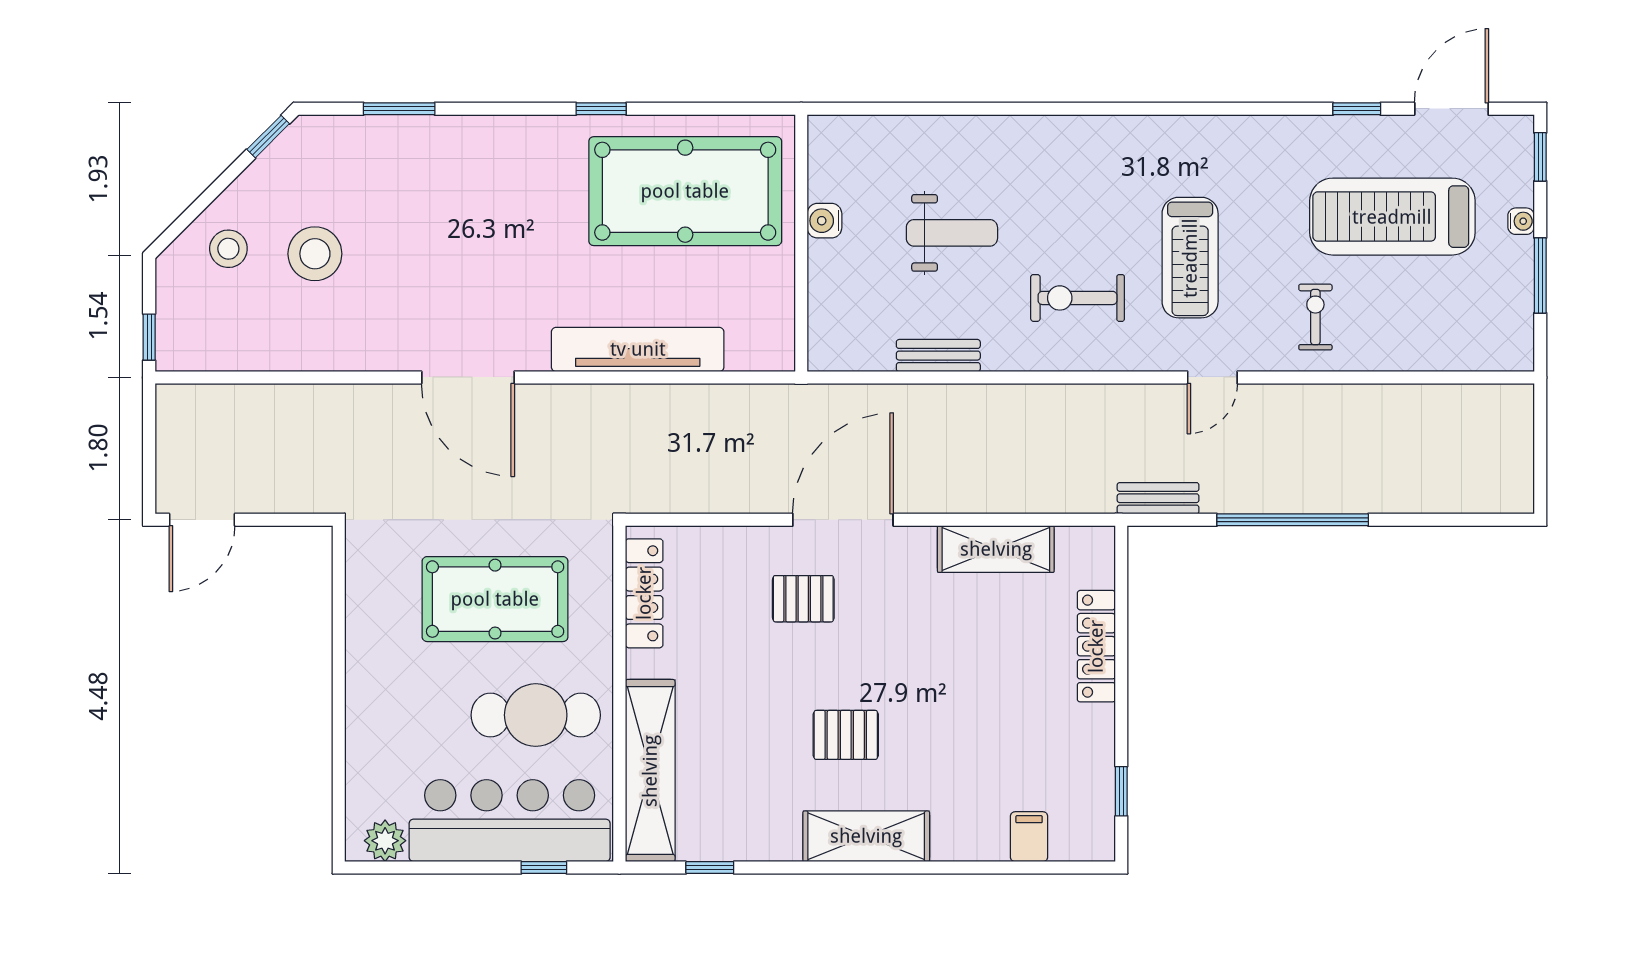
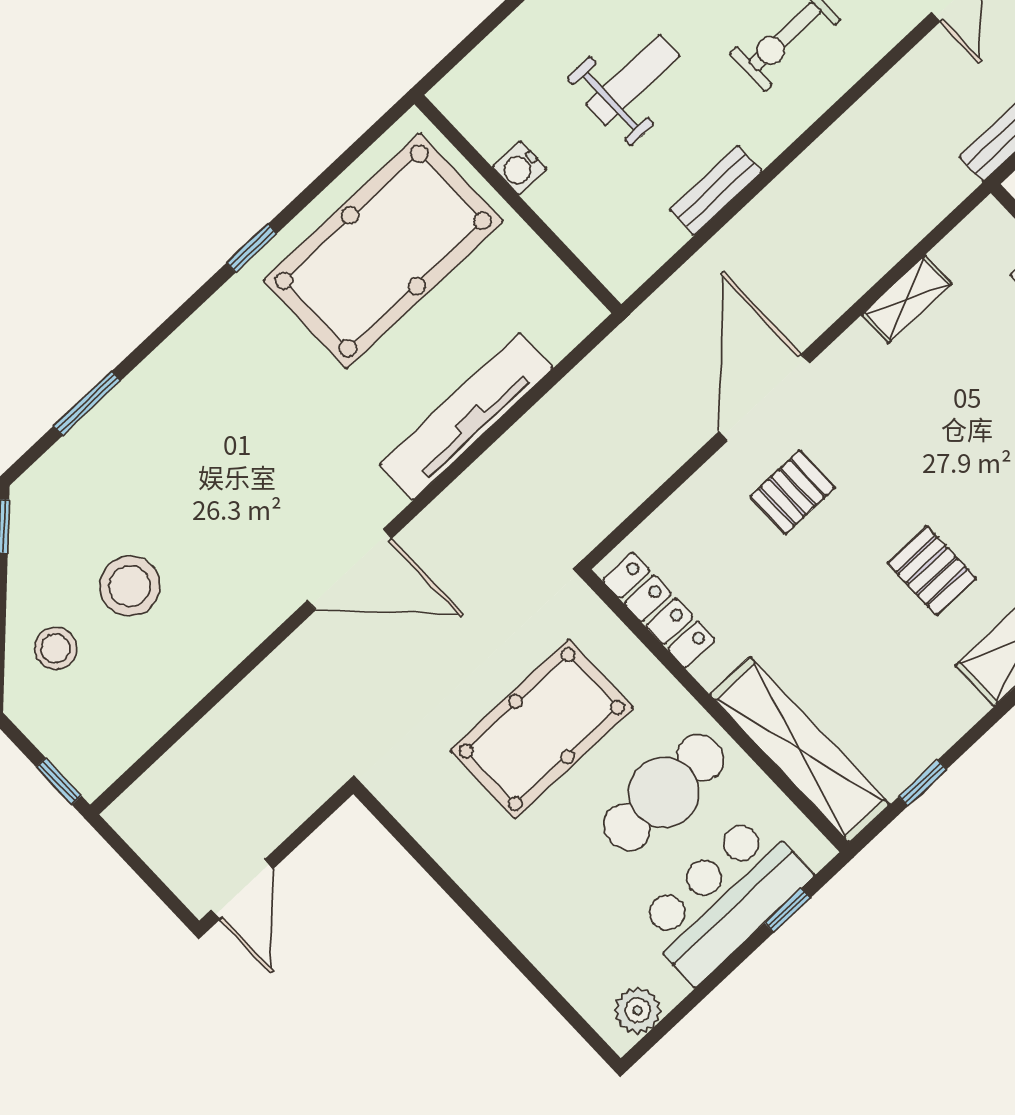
shelving: (996, 549) -> (907, 299), width x0.67, depth x0.75
pallet: (846, 735) -> (932, 571), turned 90
bar counter: (510, 821) -> (724, 898), width x0.73

